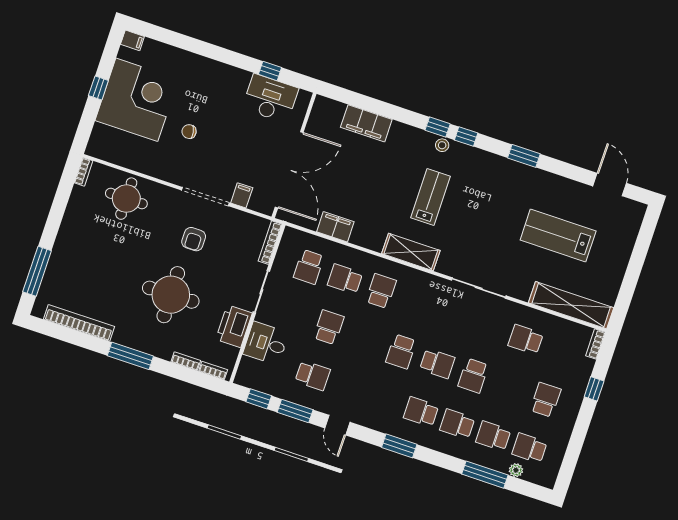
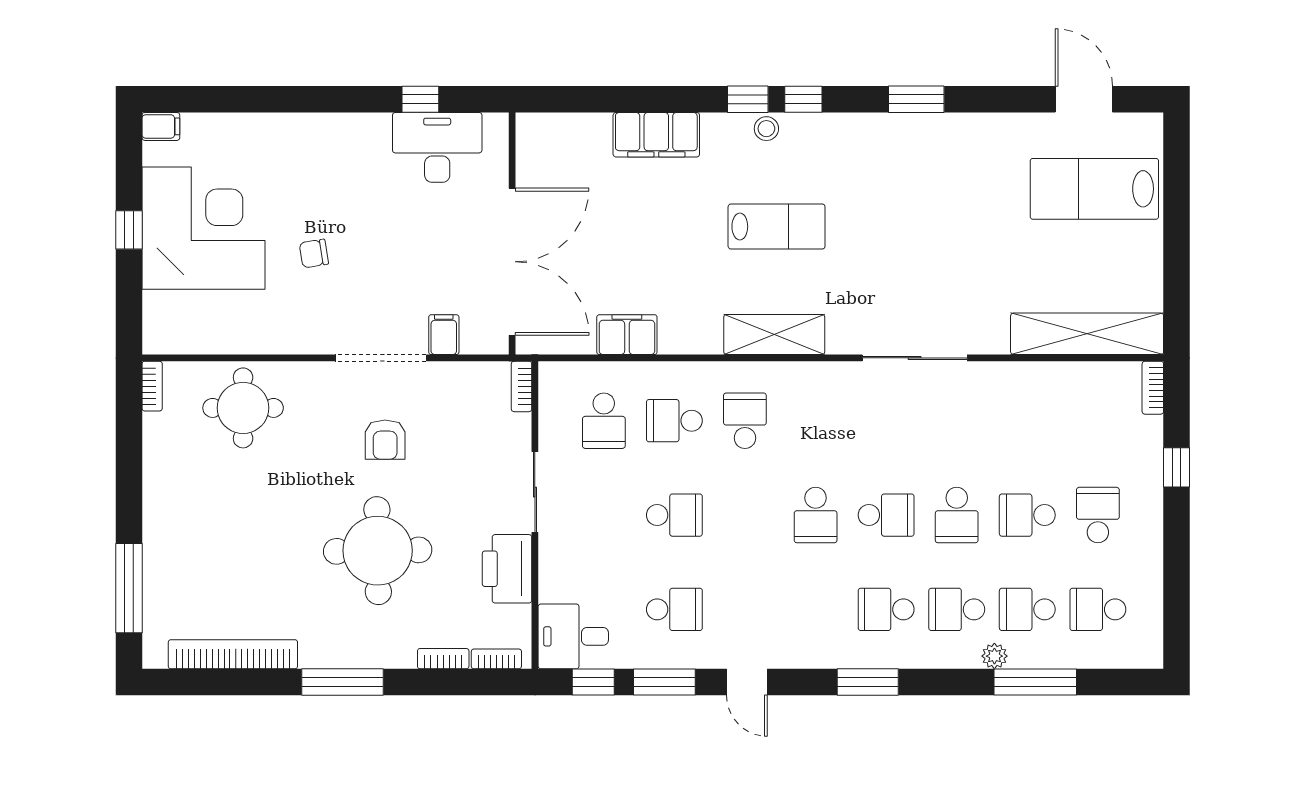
filing cabinet: (366, 123) -> (656, 135), moved
lab bench: (431, 197) -> (777, 227), turned 90
lab bench: (558, 236) -> (1094, 189), moved
bookcase: (270, 243) -> (522, 386), width x0.64
school desk: (329, 327) -> (674, 515), turned 90
school desk: (526, 339) -> (1027, 515), moved
desk: (266, 343) -> (573, 636), moved
plant: (516, 470) -> (994, 656), moved

